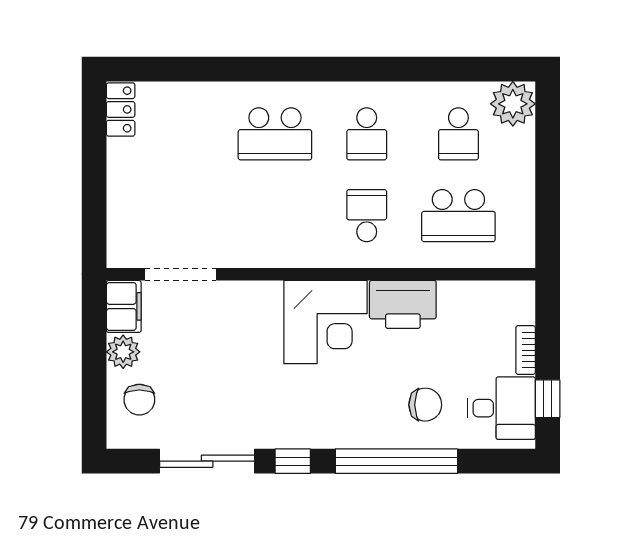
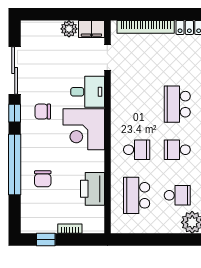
school desk: (458, 134) -> (177, 195), turned 180
bookcase: (119, 197) -> (146, 27), added
doorway: (181, 274) -> (107, 57), width x0.73
printer: (403, 304) -> (93, 189), moved
chair: (139, 400) -> (43, 112), moved
desk: (502, 408) -> (88, 92), moved, turned -90

